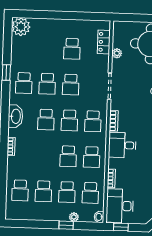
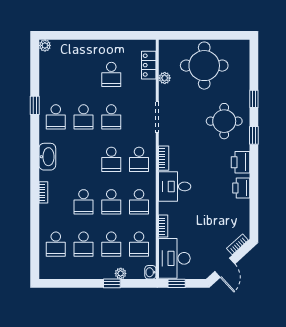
plant: (21, 27) -> (45, 45), width x0.53, depth x0.53
school desk: (46, 120) -> (84, 202), moved

